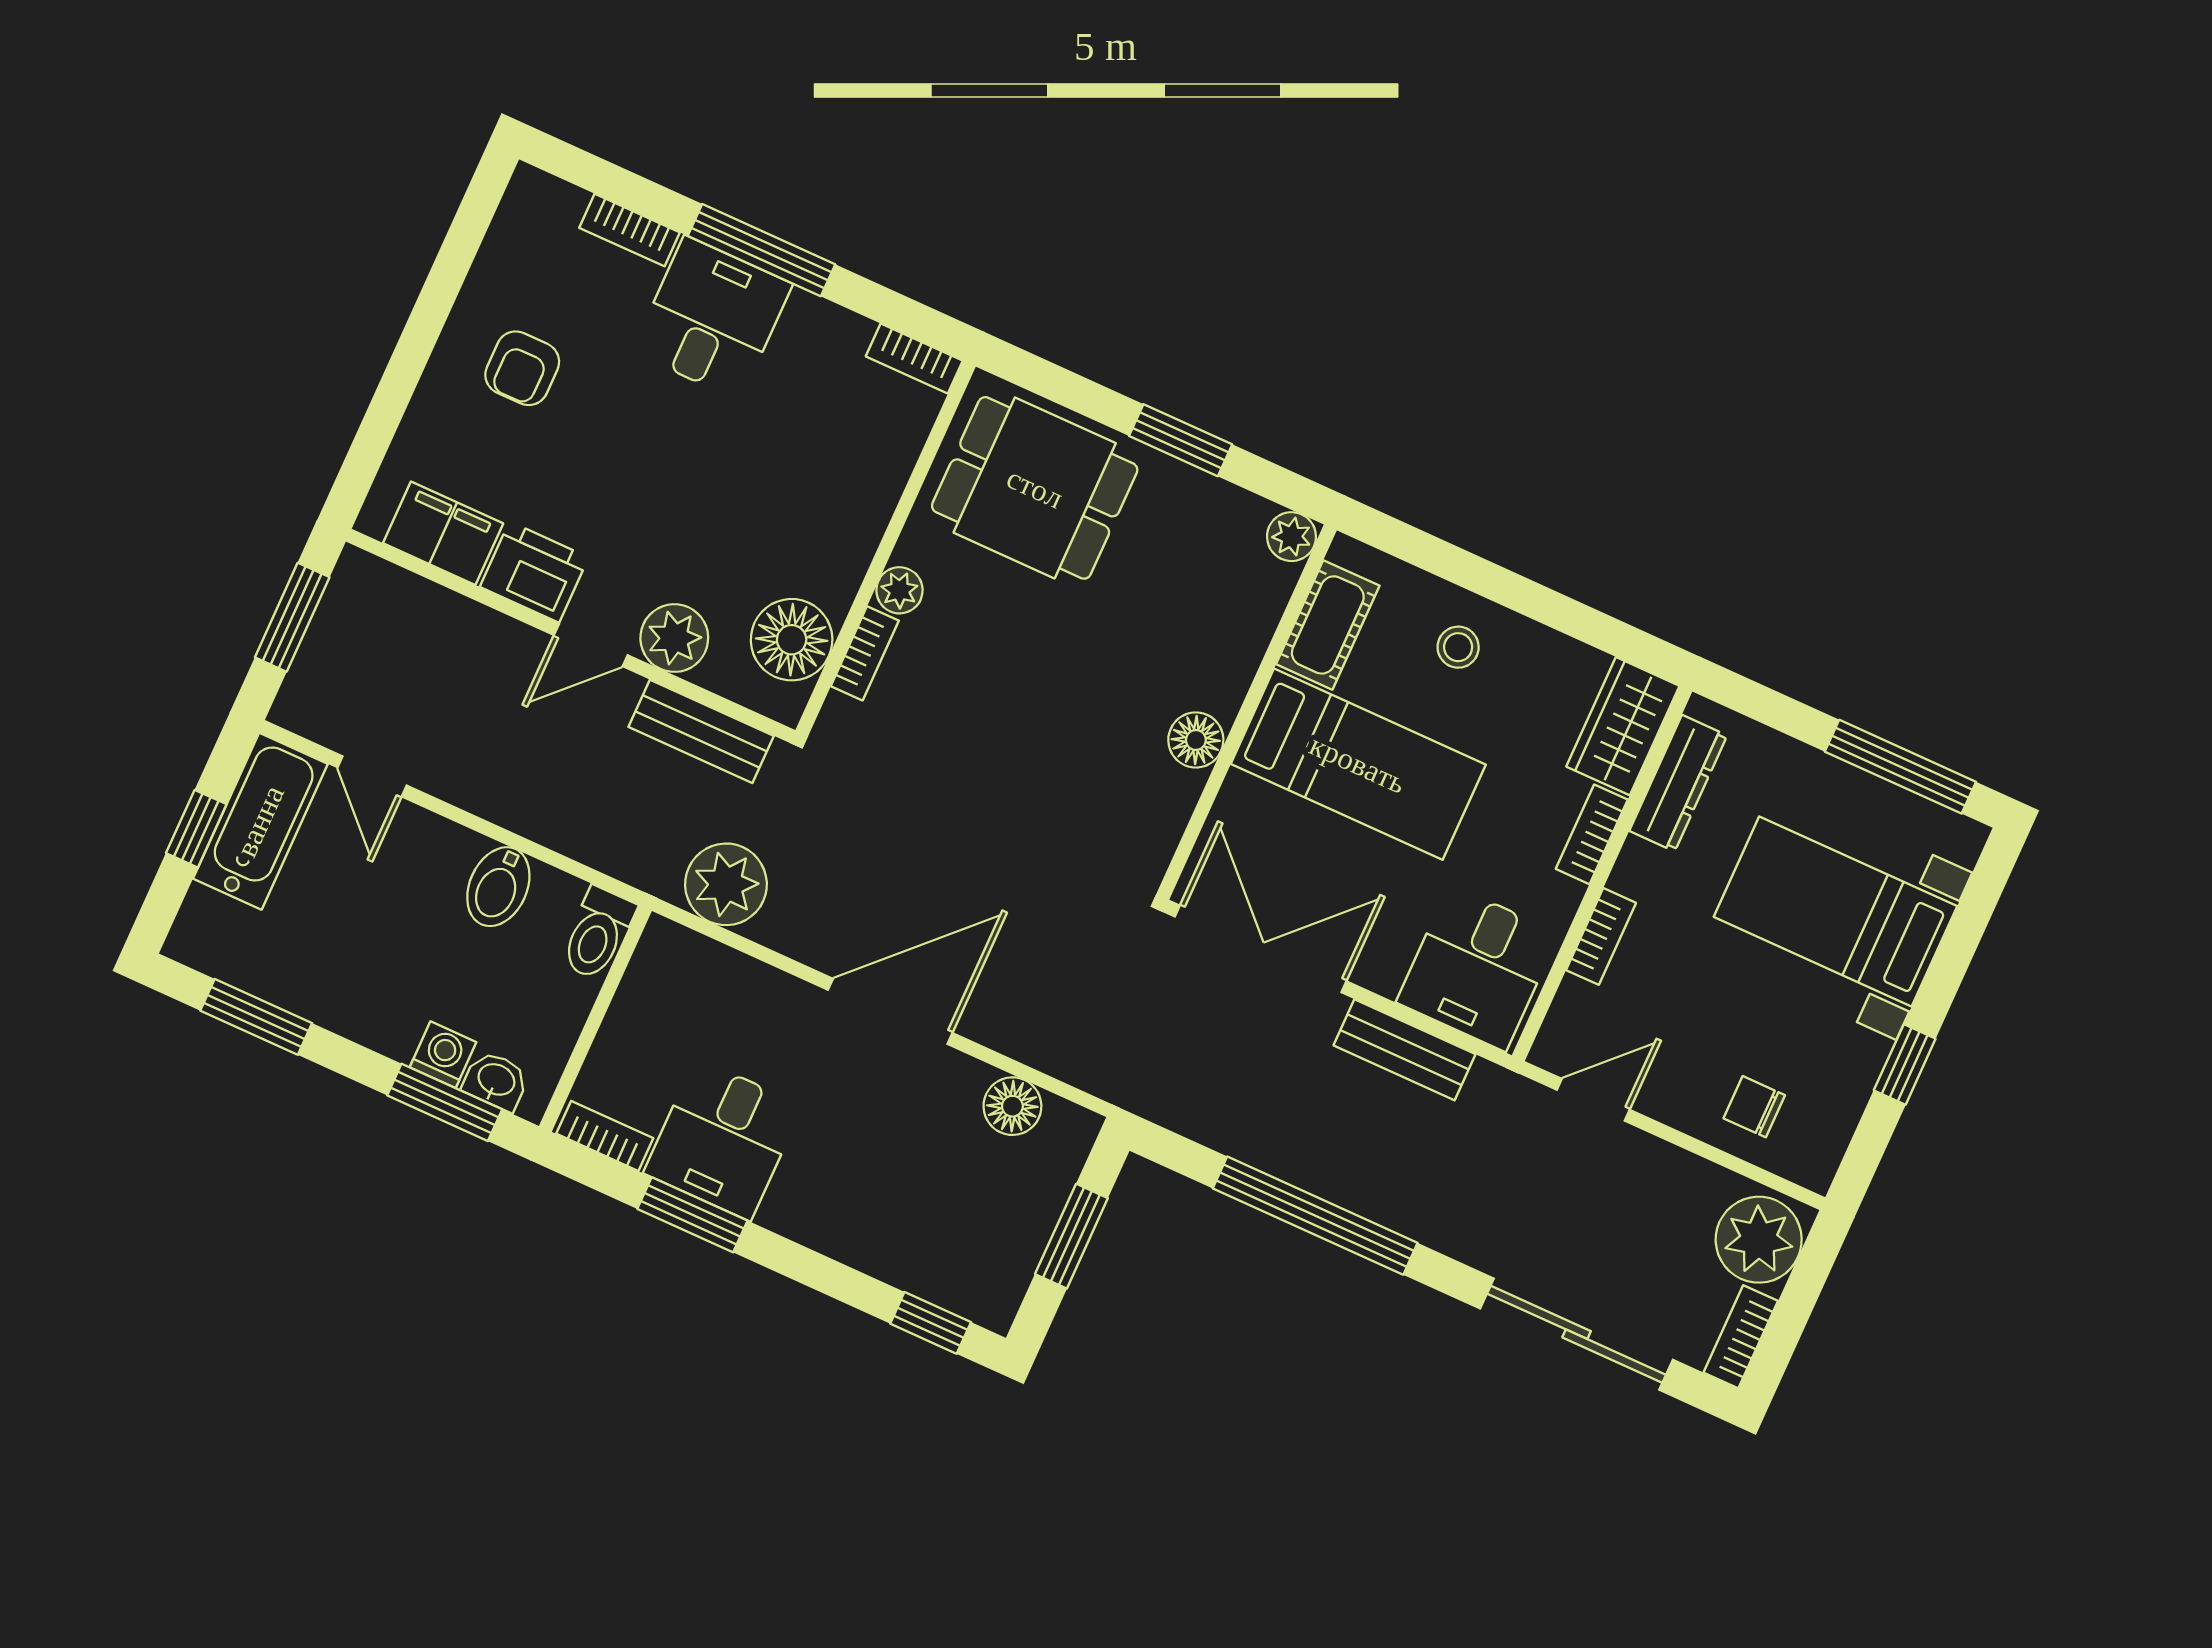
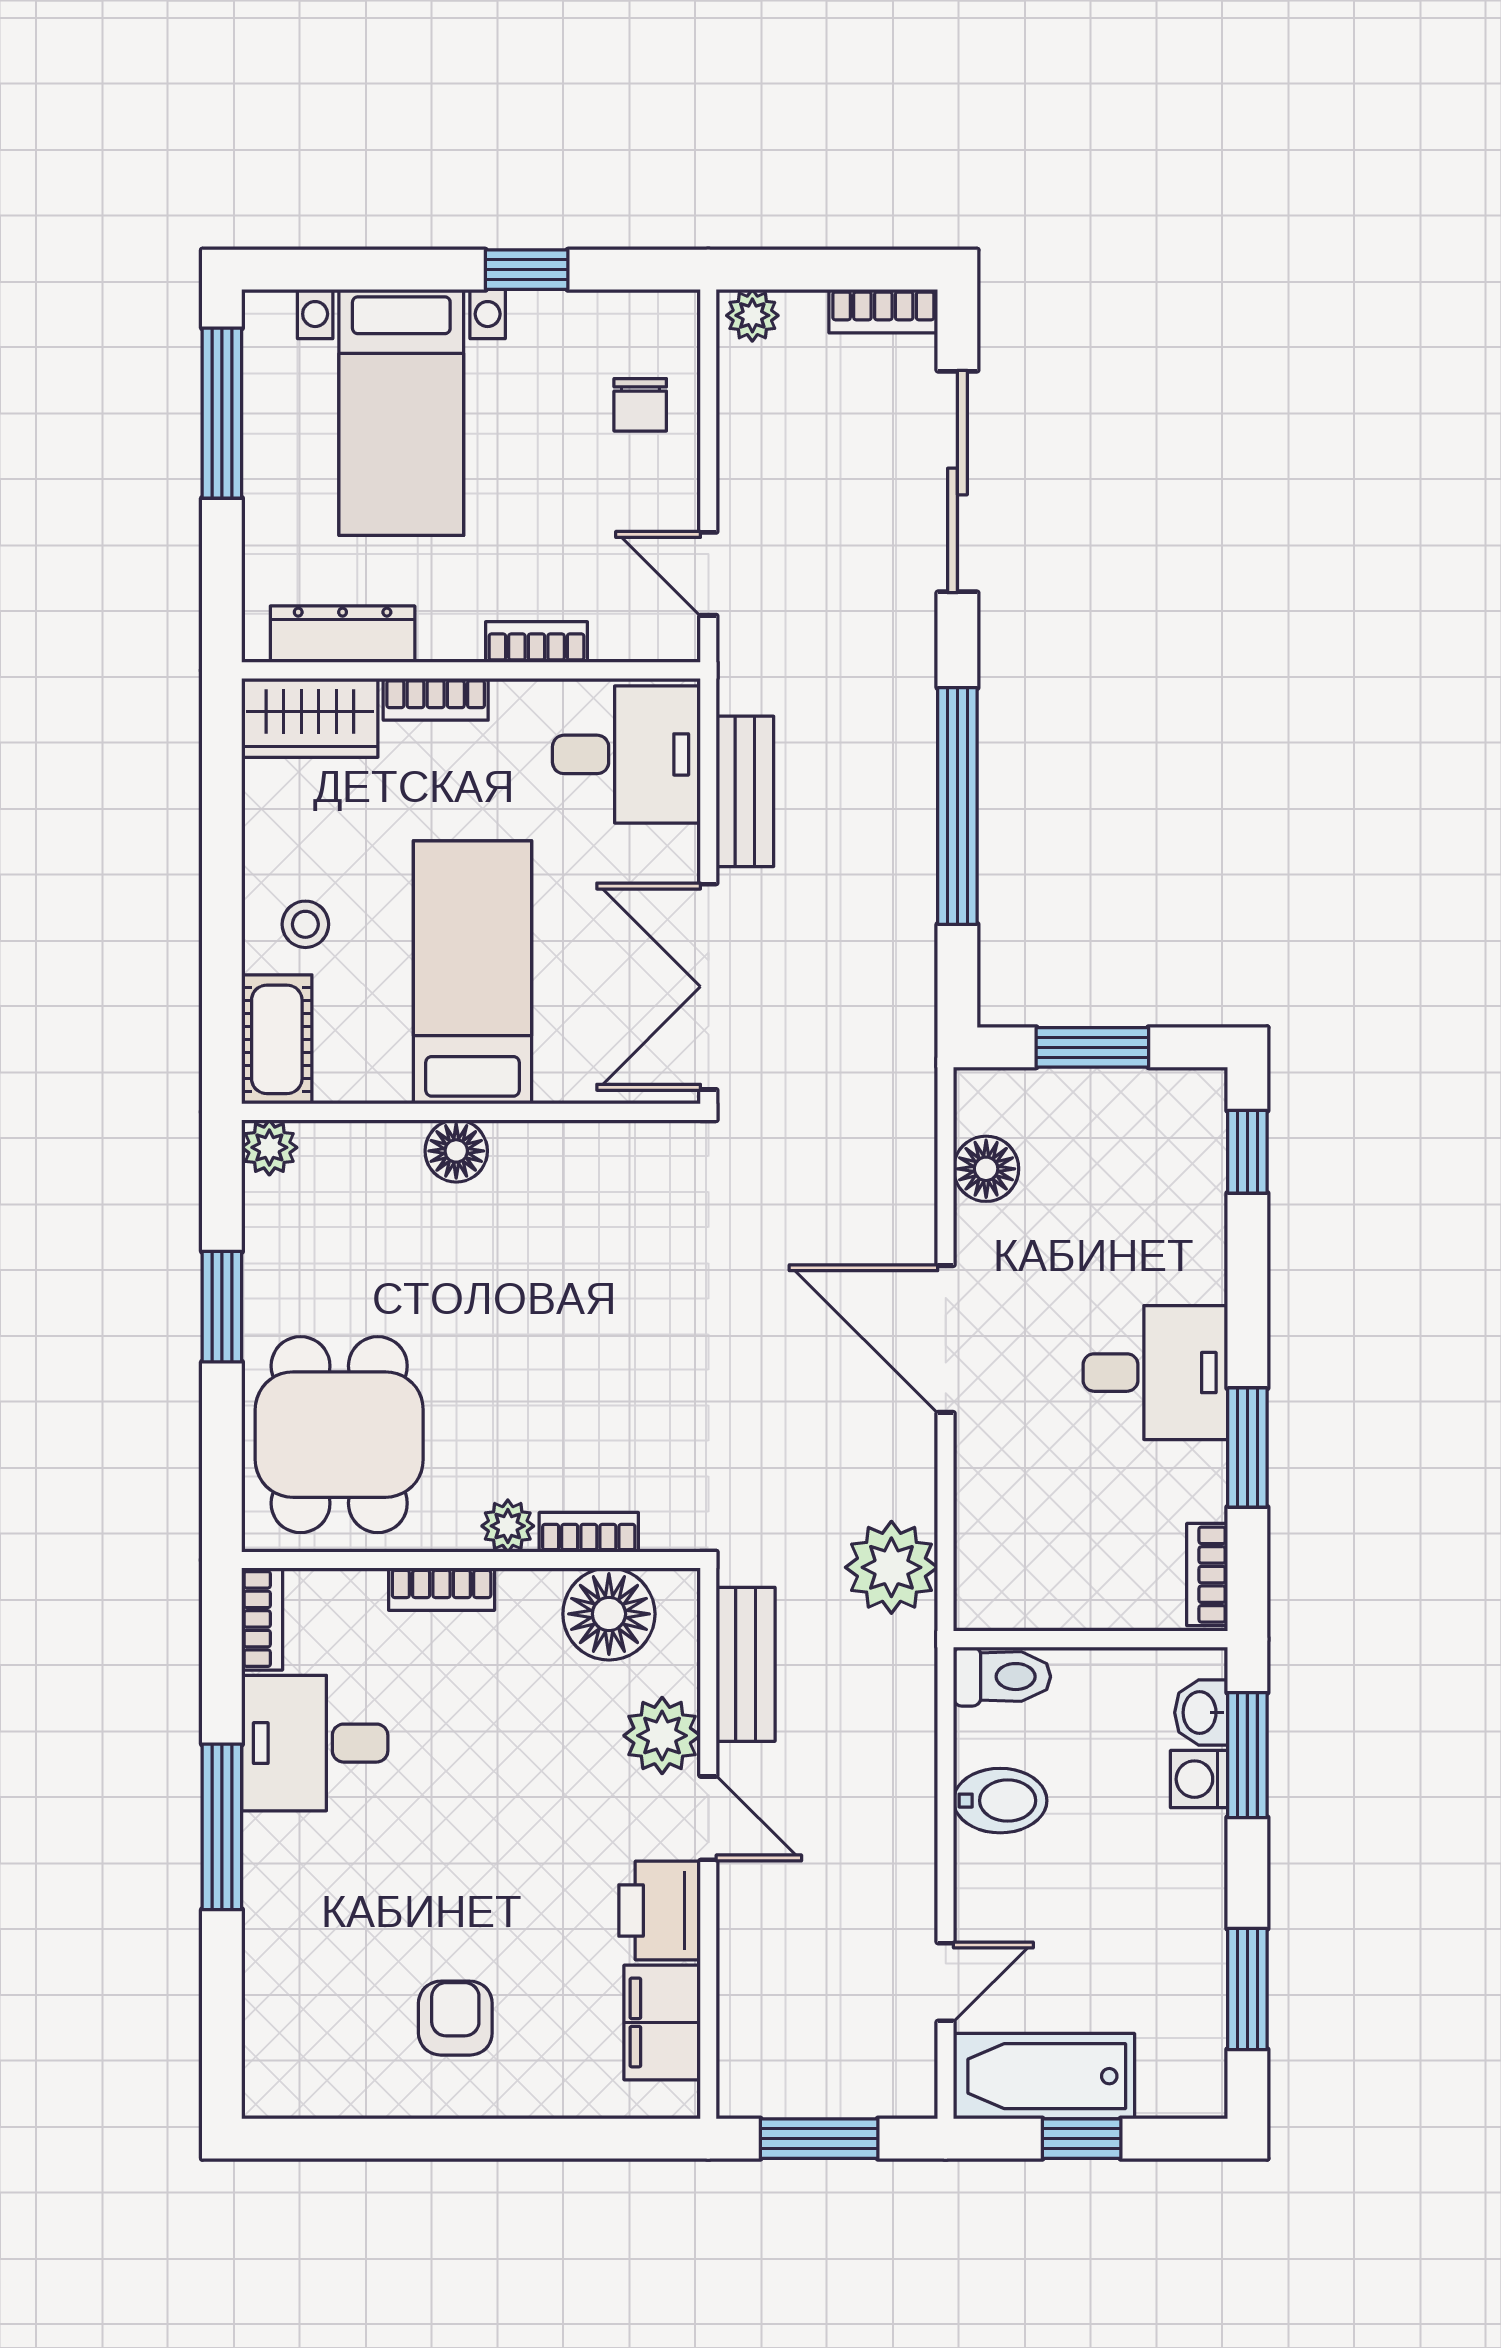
bookcase: (630, 230) -> (442, 1589), moved, turned 90
desk: (712, 318) -> (315, 1743), moved
armchair: (522, 368) -> (455, 2018), turned -90
cot: (1328, 625) -> (277, 1039), moved, turned 90
floor lamp: (1196, 740) -> (456, 1151), moved
desk: (723, 1139) -> (1155, 1373), moved
plant: (1759, 1240) -> (752, 315), width x0.53, depth x0.53

